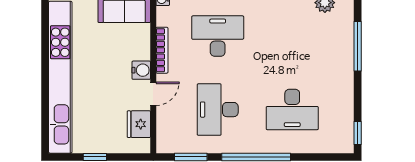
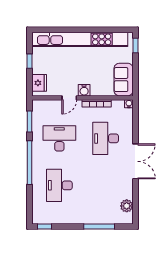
desk: (218, 36) -> (106, 138), turned 180
door: (153, 94) -> (69, 98), hinge flipped
fridge: (139, 124) -> (39, 83), moved, turned 90

